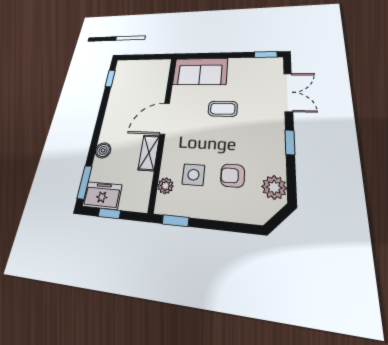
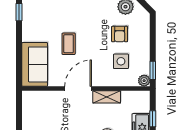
door: (165, 118) -> (78, 89), swing flipped
plant: (165, 186) -> (144, 81), moved

